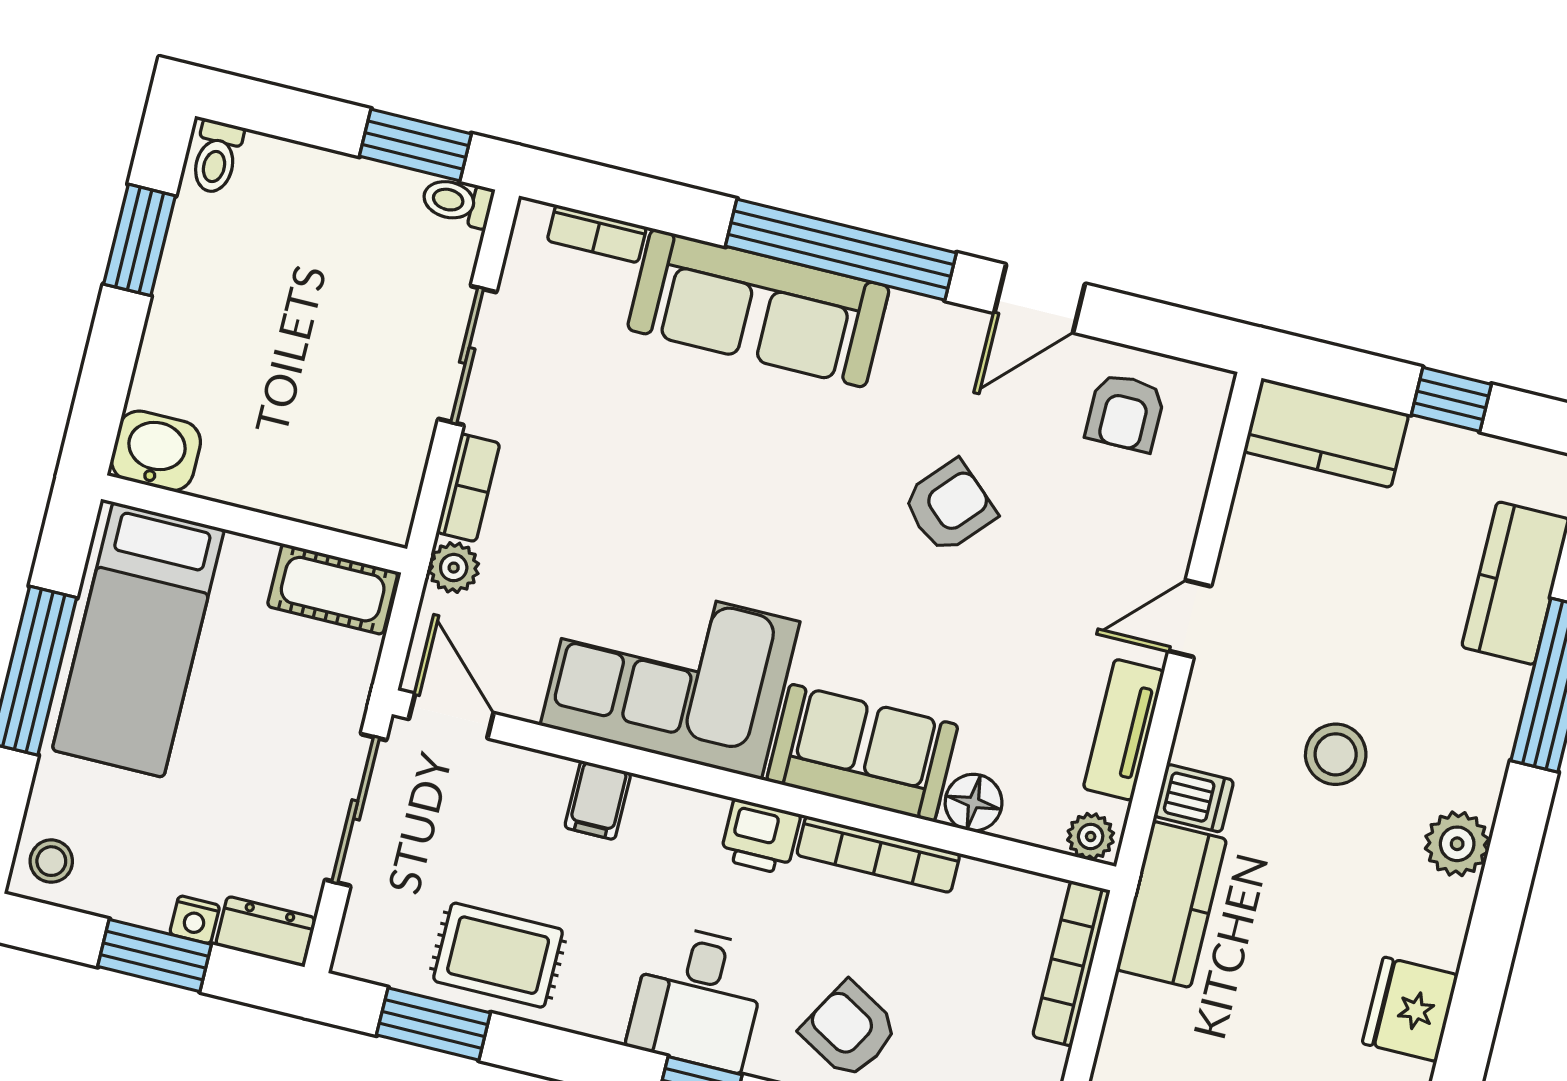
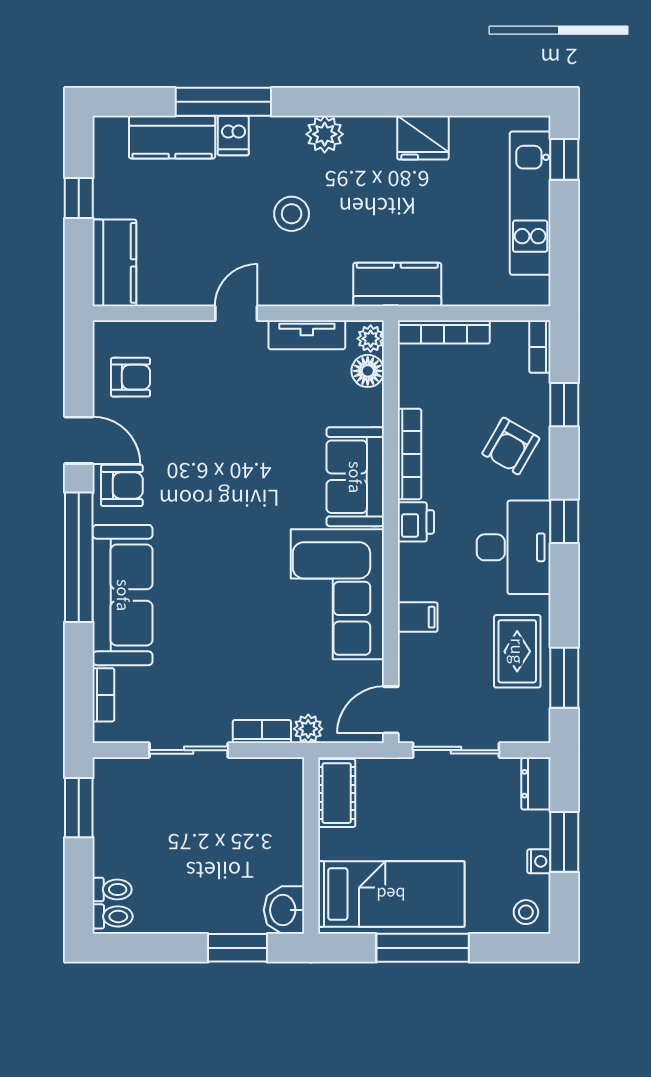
toilet: (457, 202) -> (112, 889), moved, turned -90
window: (140, 240) -> (238, 948), moved
armchair: (949, 506) -> (122, 485), moved, turned 138
door: (1190, 619) -> (236, 313), swing flipped
dishwasher: (1194, 798) -> (233, 136), moved, turned 180
floor lamp: (974, 803) -> (368, 371), moved
nightstand: (195, 920) -> (539, 861), moved
desk: (698, 998) -> (514, 547), width x1.37

